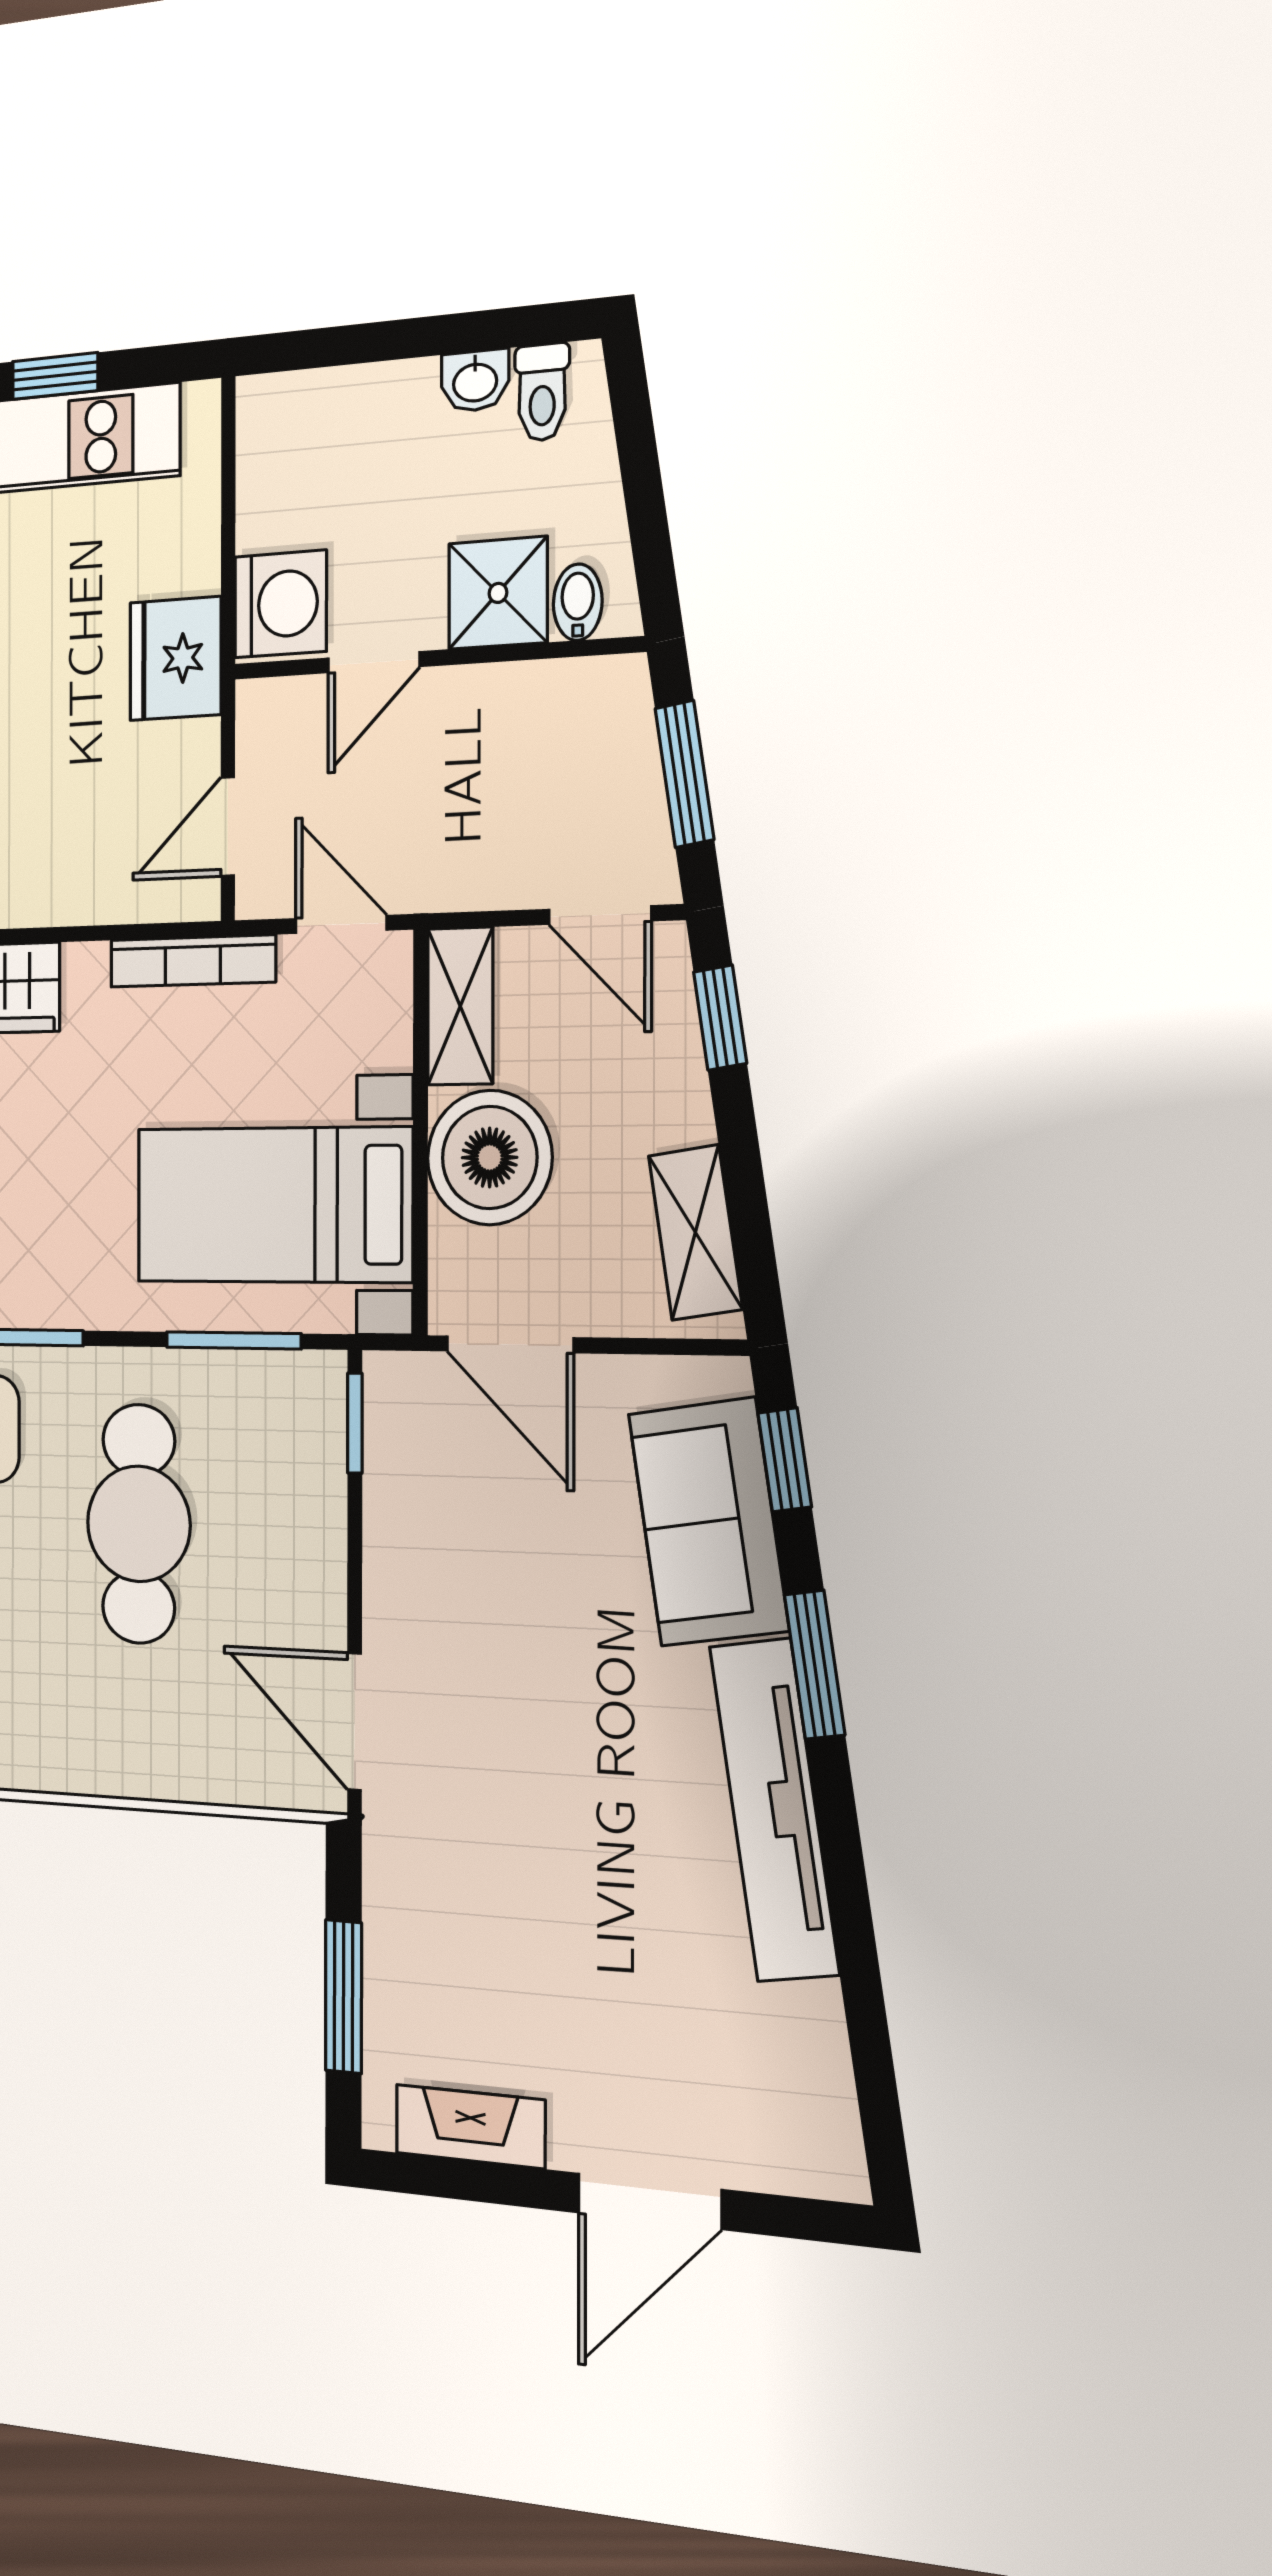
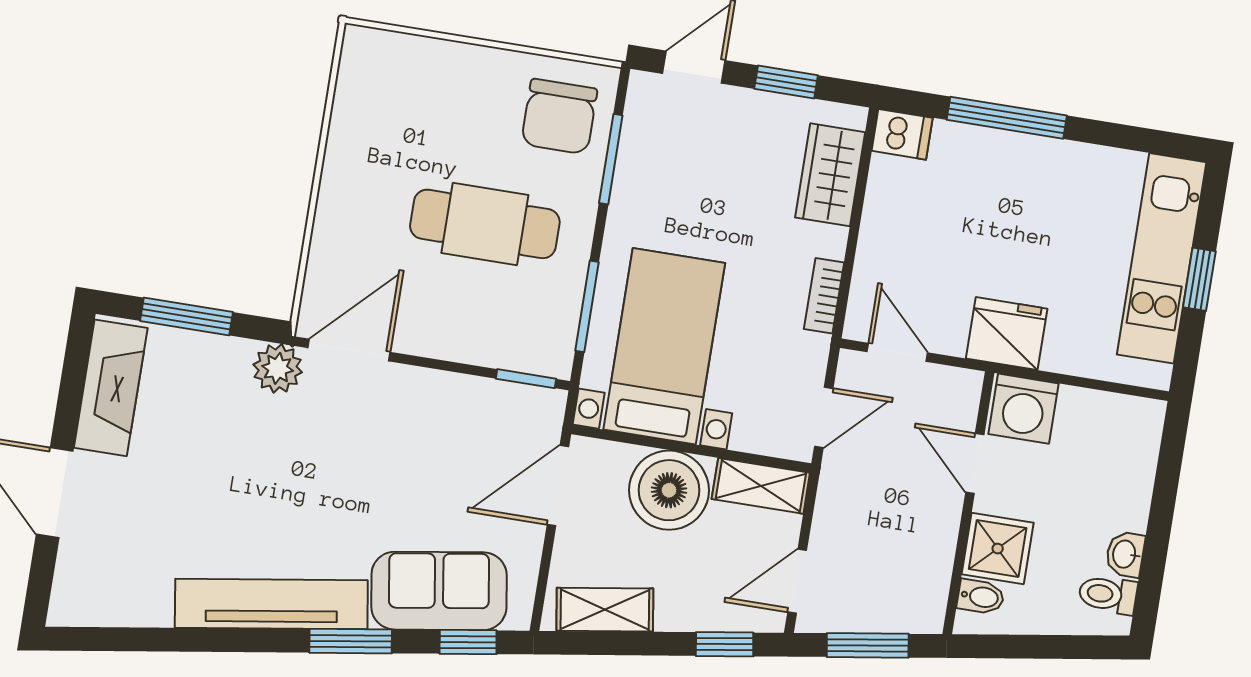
bookcase: (193, 961) -> (824, 296), width x0.64
plant: (400, 1837) -> (278, 368), added
fireplace: (470, 2126) -> (111, 388), width x1.37, depth x1.32

